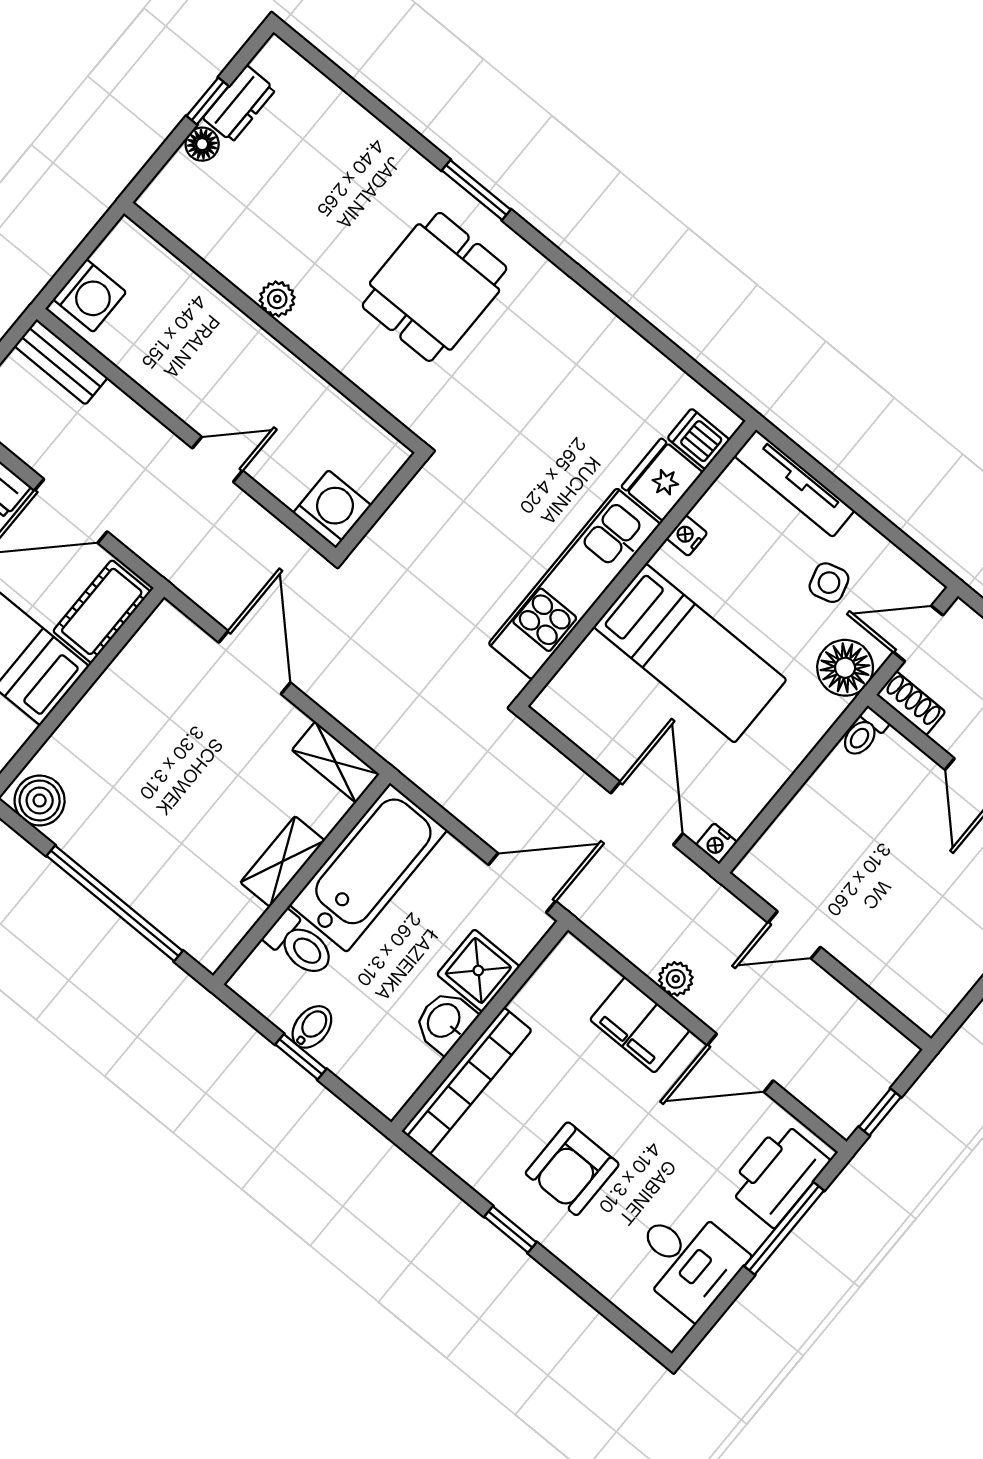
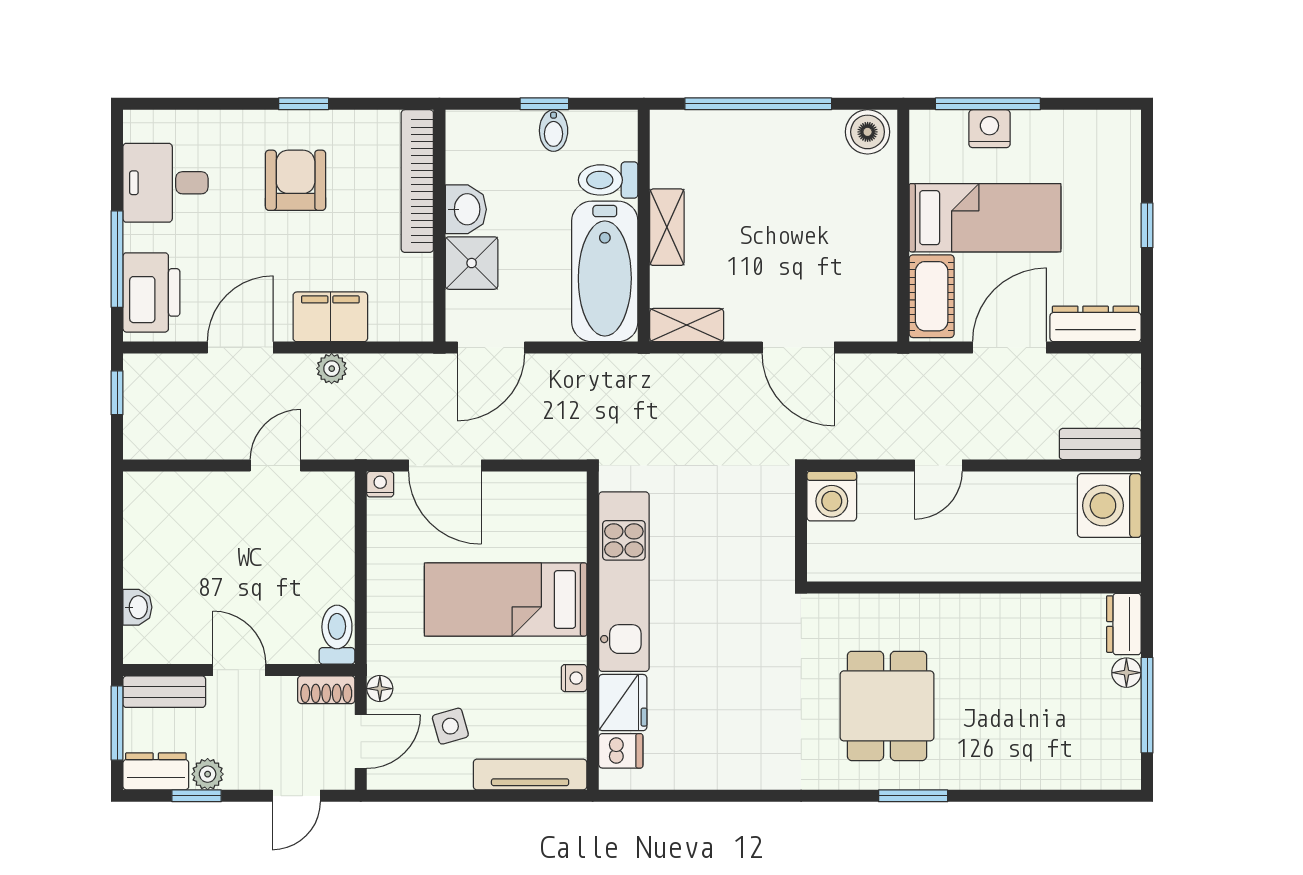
window: (208, 101) -> (1147, 705), width x2.17
dresser: (239, 104) -> (1124, 624), moved
washing machine: (90, 296) -> (1109, 506), width x1.37, depth x1.37
plant: (277, 299) -> (988, 609), removed
floor lamp: (845, 668) -> (380, 689), width x0.53, depth x0.53
toilet: (864, 733) -> (337, 635), width x1.37, depth x1.39

